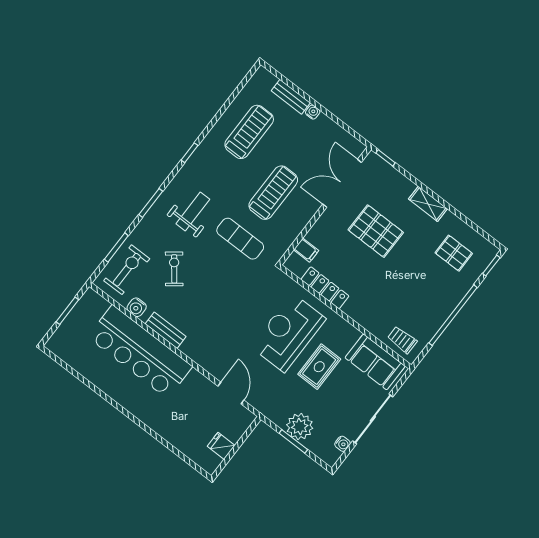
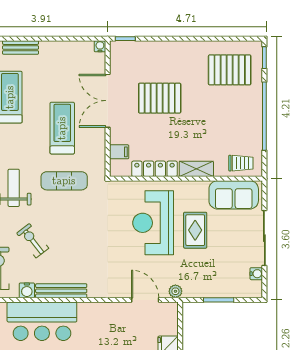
water cooler: (313, 112) -> (100, 46), moved
double door: (342, 183) -> (108, 101), moved
shelving: (428, 204) -> (196, 169), moved
pallet: (454, 253) -> (230, 70), width x1.50, depth x1.42
bench: (166, 330) -> (61, 291), width x1.36
trolley: (402, 340) -> (241, 163), turned 180
bar counter: (140, 352) -> (42, 321), width x0.73
plant: (300, 427) -> (175, 291), moved, width x0.53, depth x0.53

